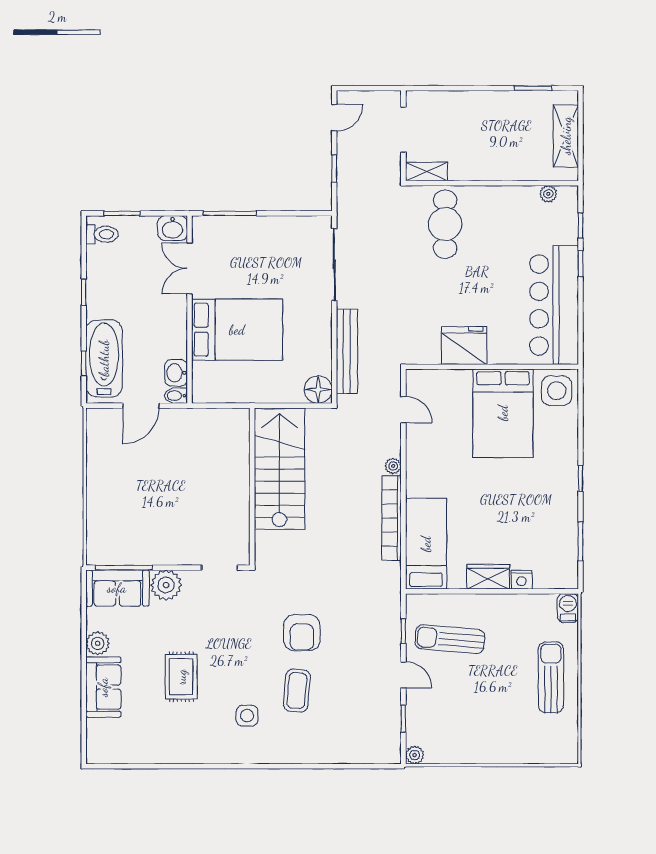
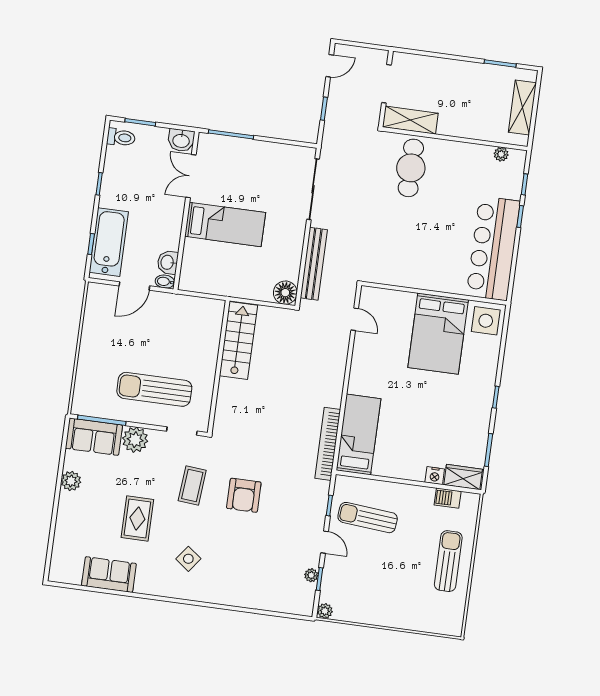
shelving: (426, 172) -> (410, 120), width x1.50, depth x1.33
bed: (237, 330) -> (225, 224), width x0.67
fridge: (464, 346) -> (413, 272), removed
plant: (393, 466) -> (311, 575), moved
stairs: (279, 469) -> (238, 340), width x0.73, depth x0.66
bookcase: (392, 518) -> (328, 444), moved
sun lounger: (181, 523) -> (154, 389), added
wardrobe: (488, 577) -> (463, 477), moved
barbecue: (568, 608) -> (448, 498), moved, turned -90
sofa: (103, 687) -> (109, 575), moved, turned -90
coffee table: (297, 691) -> (192, 486), moved
side table: (247, 716) -> (188, 559), turned 37

